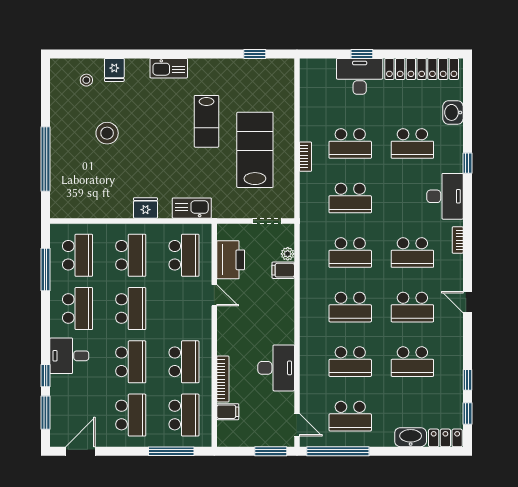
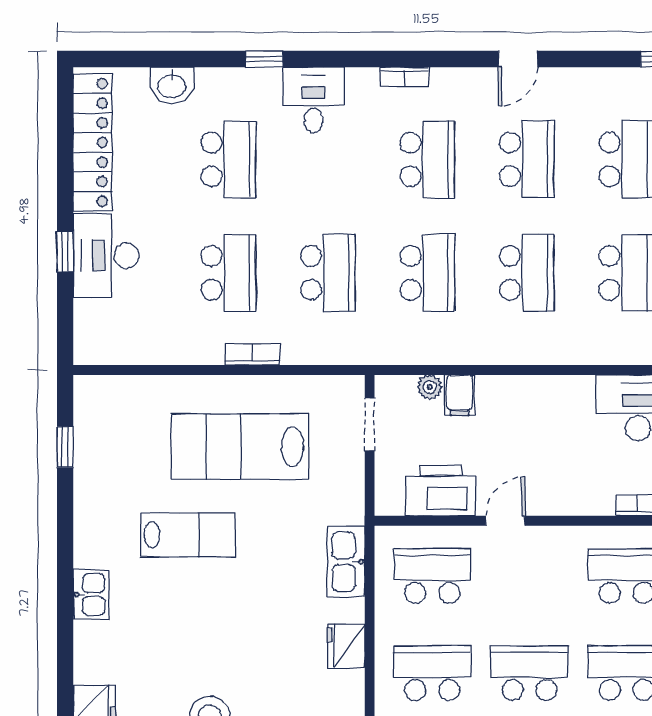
kitchen sink: (169, 68) -> (91, 595), width x0.73
desk: (445, 196) -> (313, 100), width x0.73

